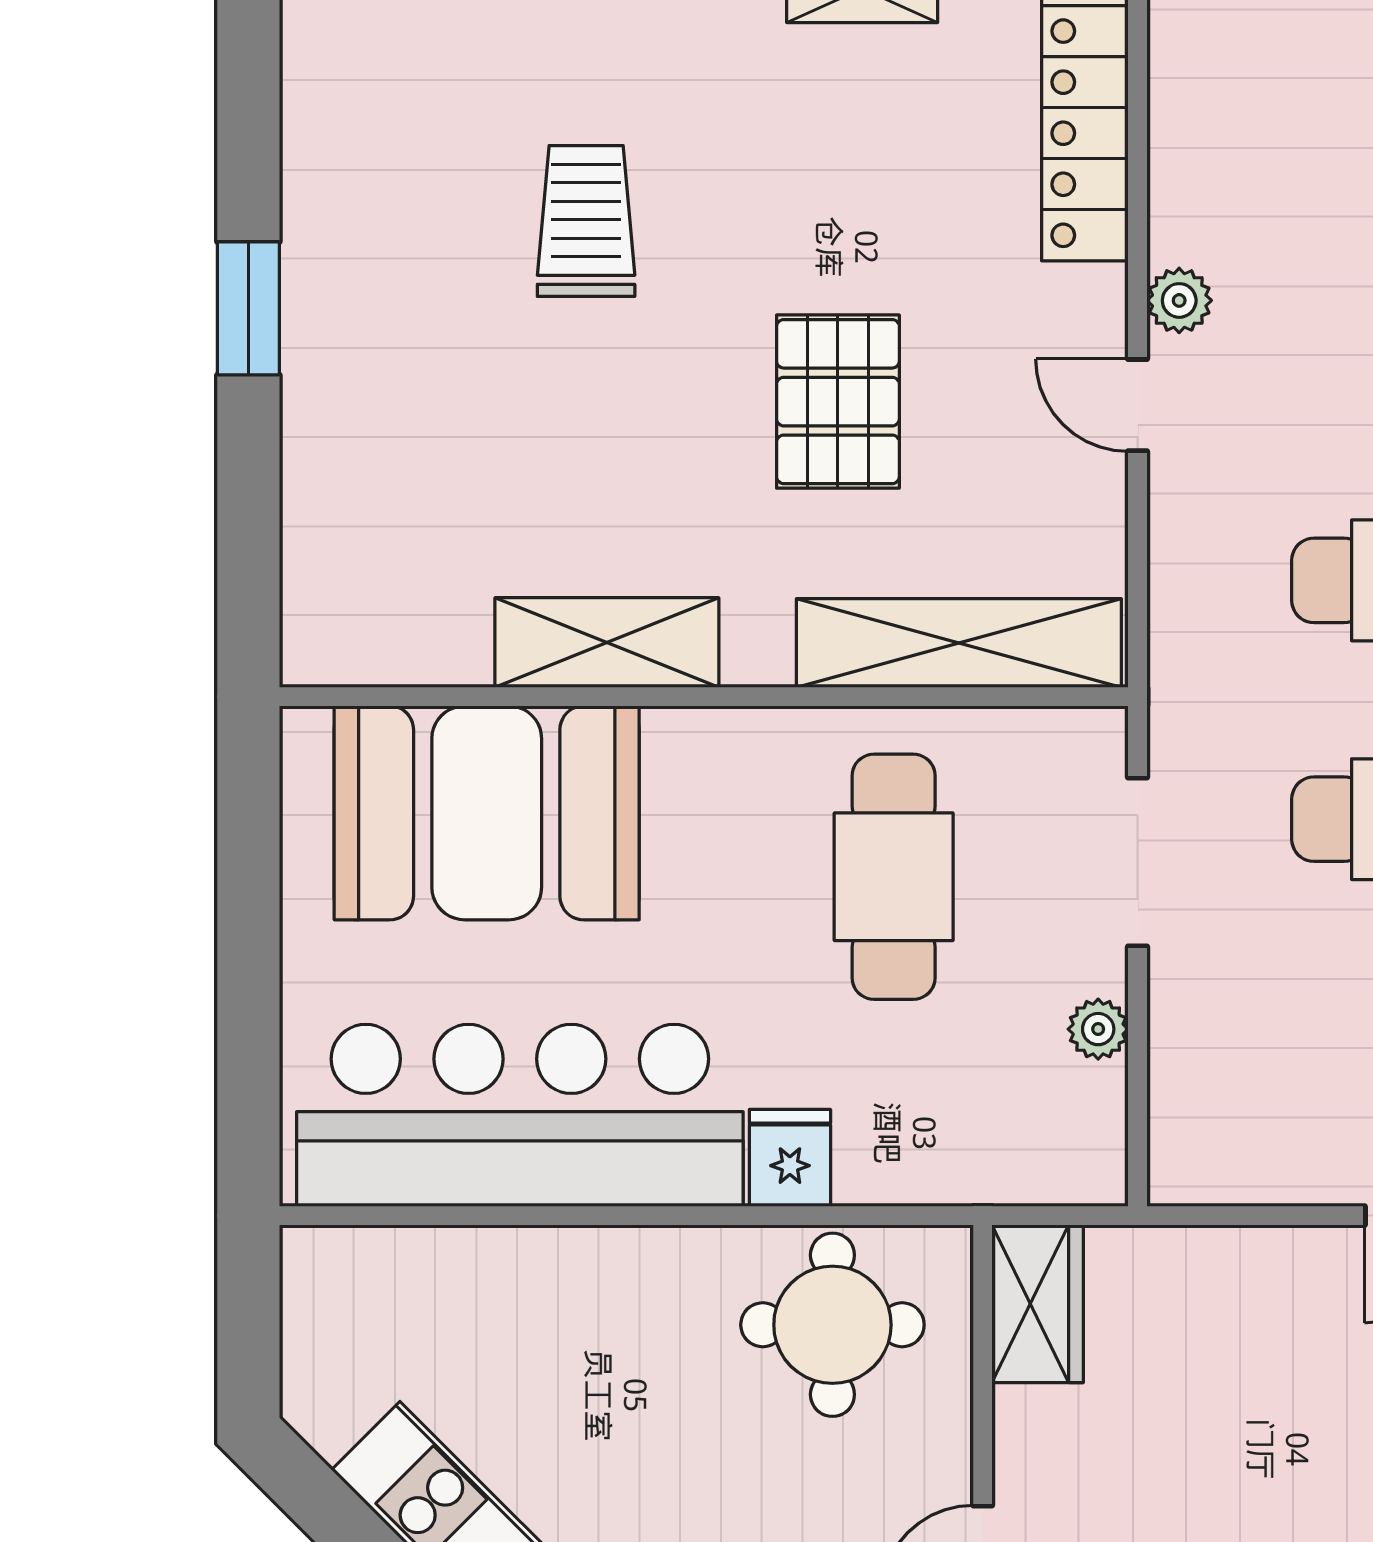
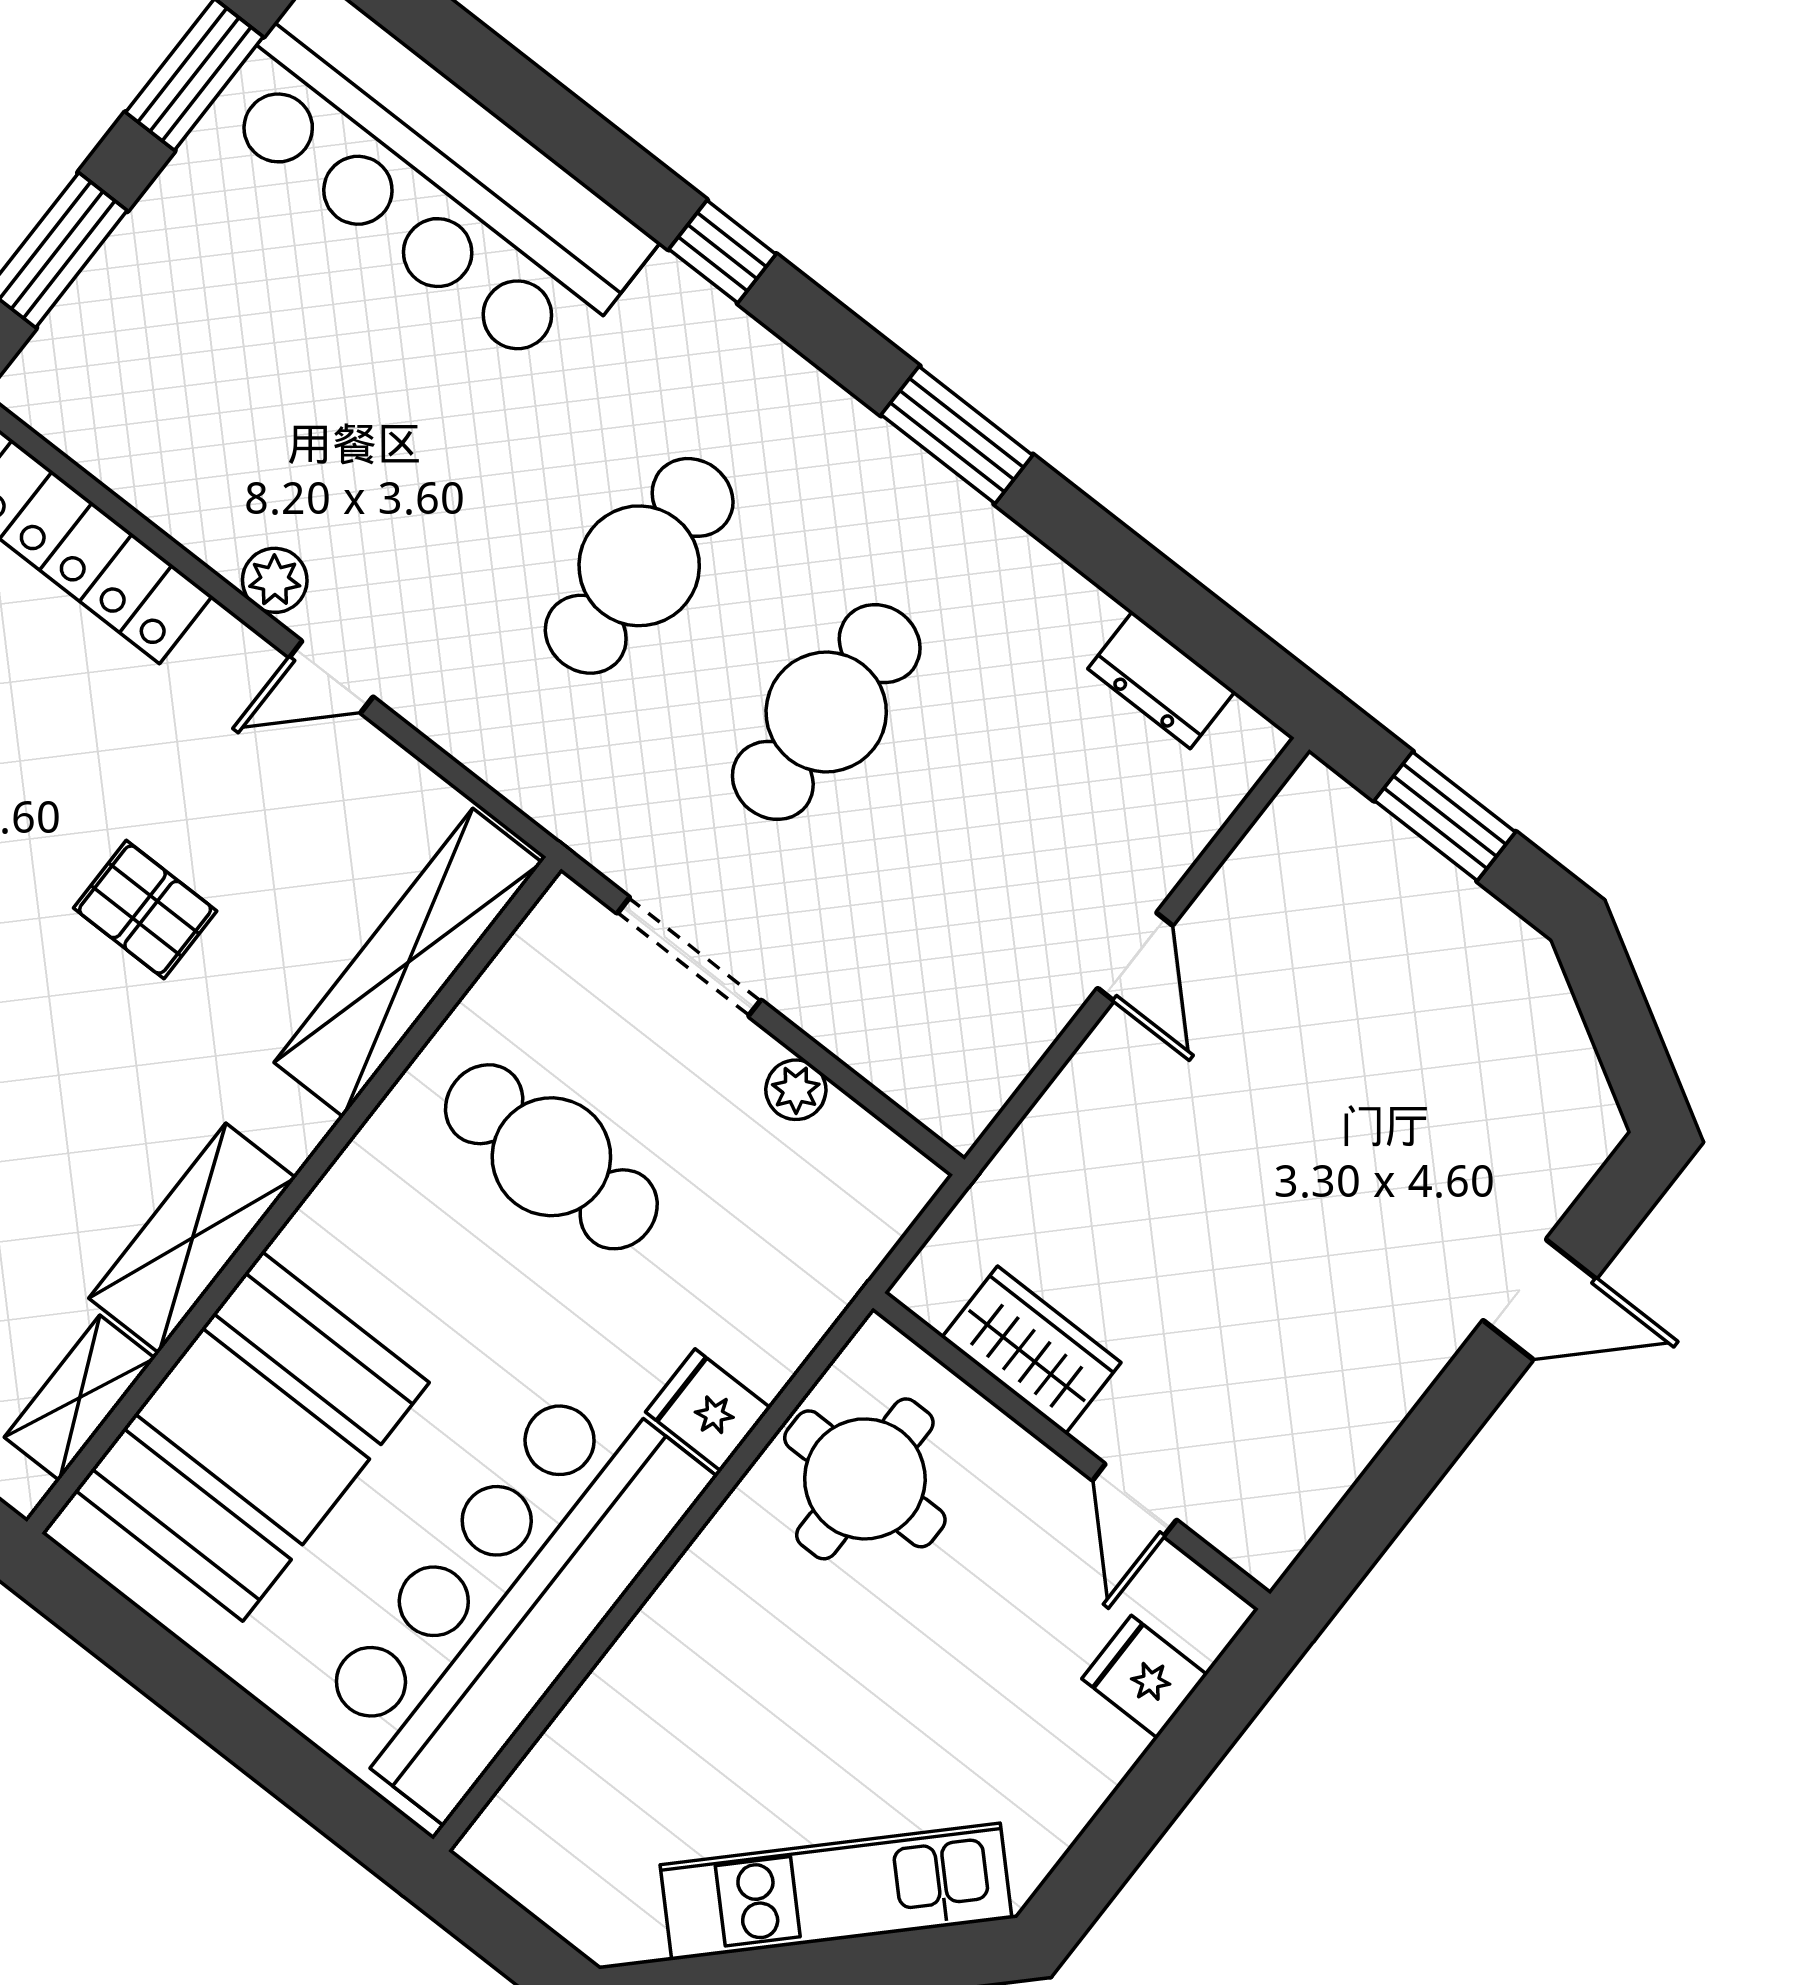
pallet: (838, 402) -> (145, 910), width x0.67, depth x0.71
shelving: (410, 652) -> (80, 1398), added
wardrobe: (1038, 1304) -> (1031, 1350), moved

